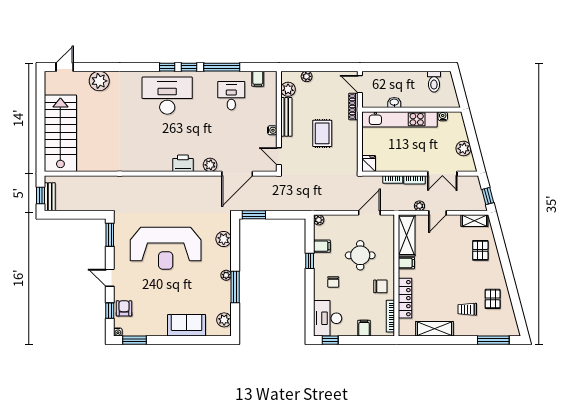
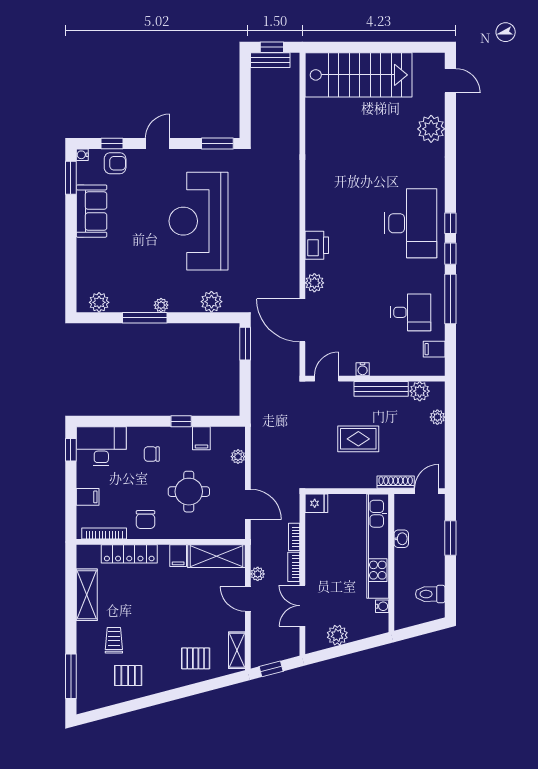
window: (394, 67) -> (450, 538), added
plant: (319, 220) -> (238, 457), moved
sofa: (187, 325) -> (92, 211), moved

